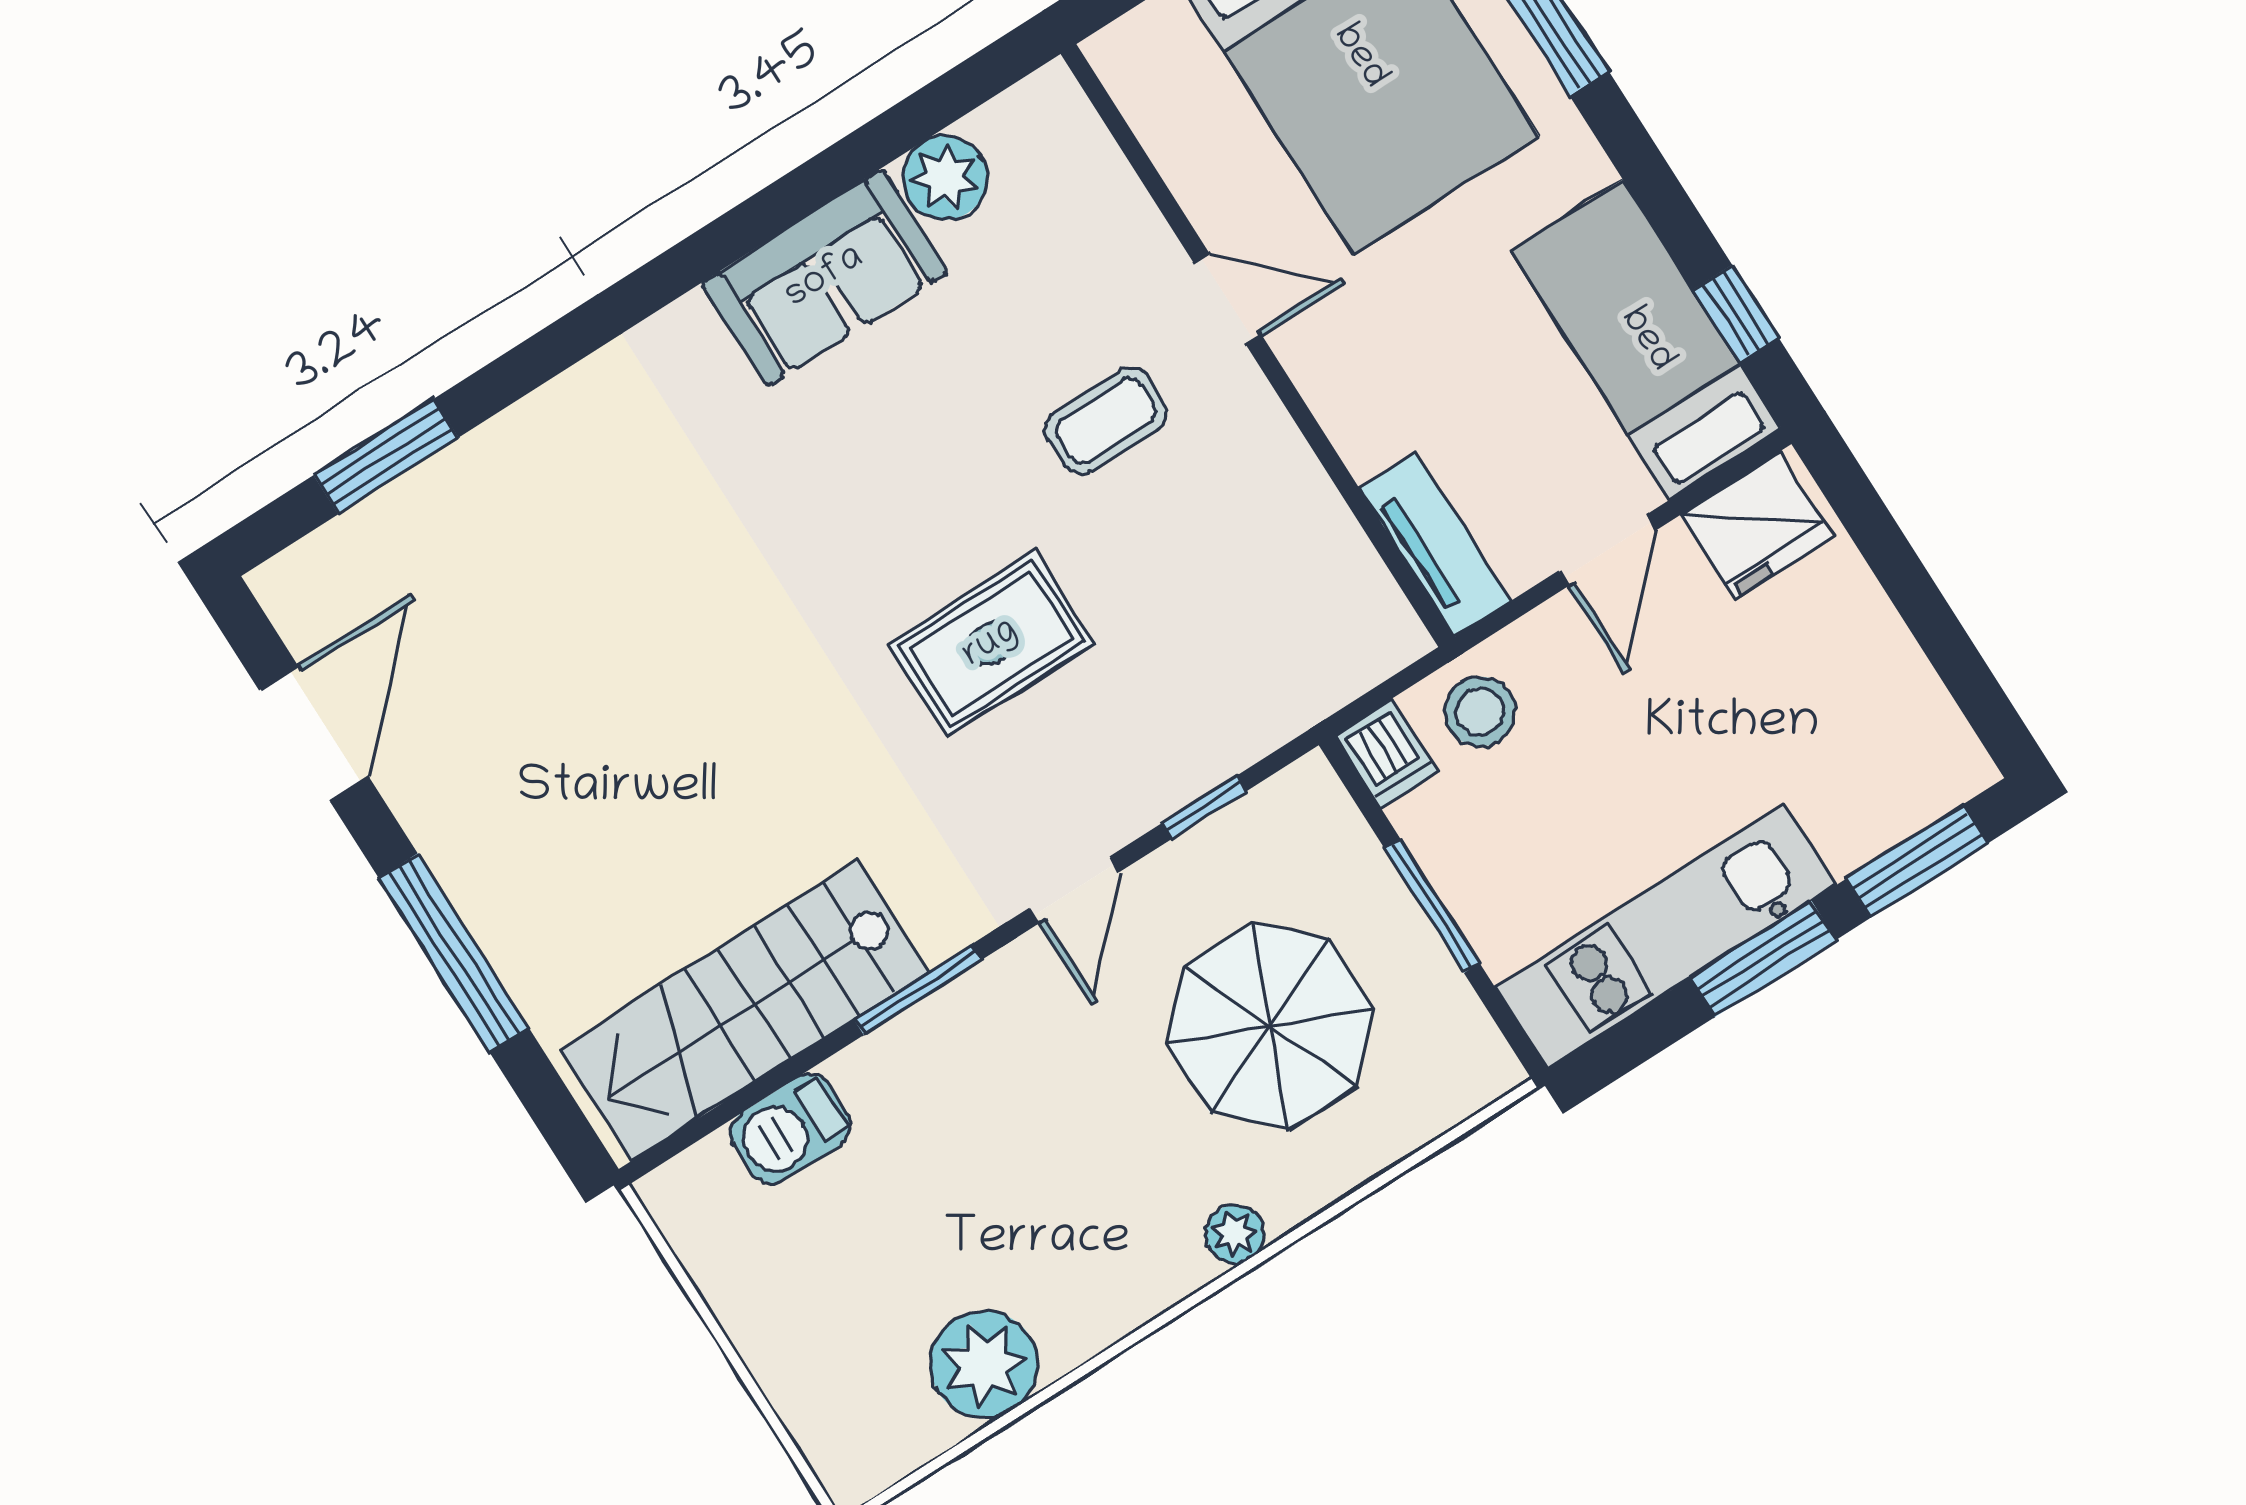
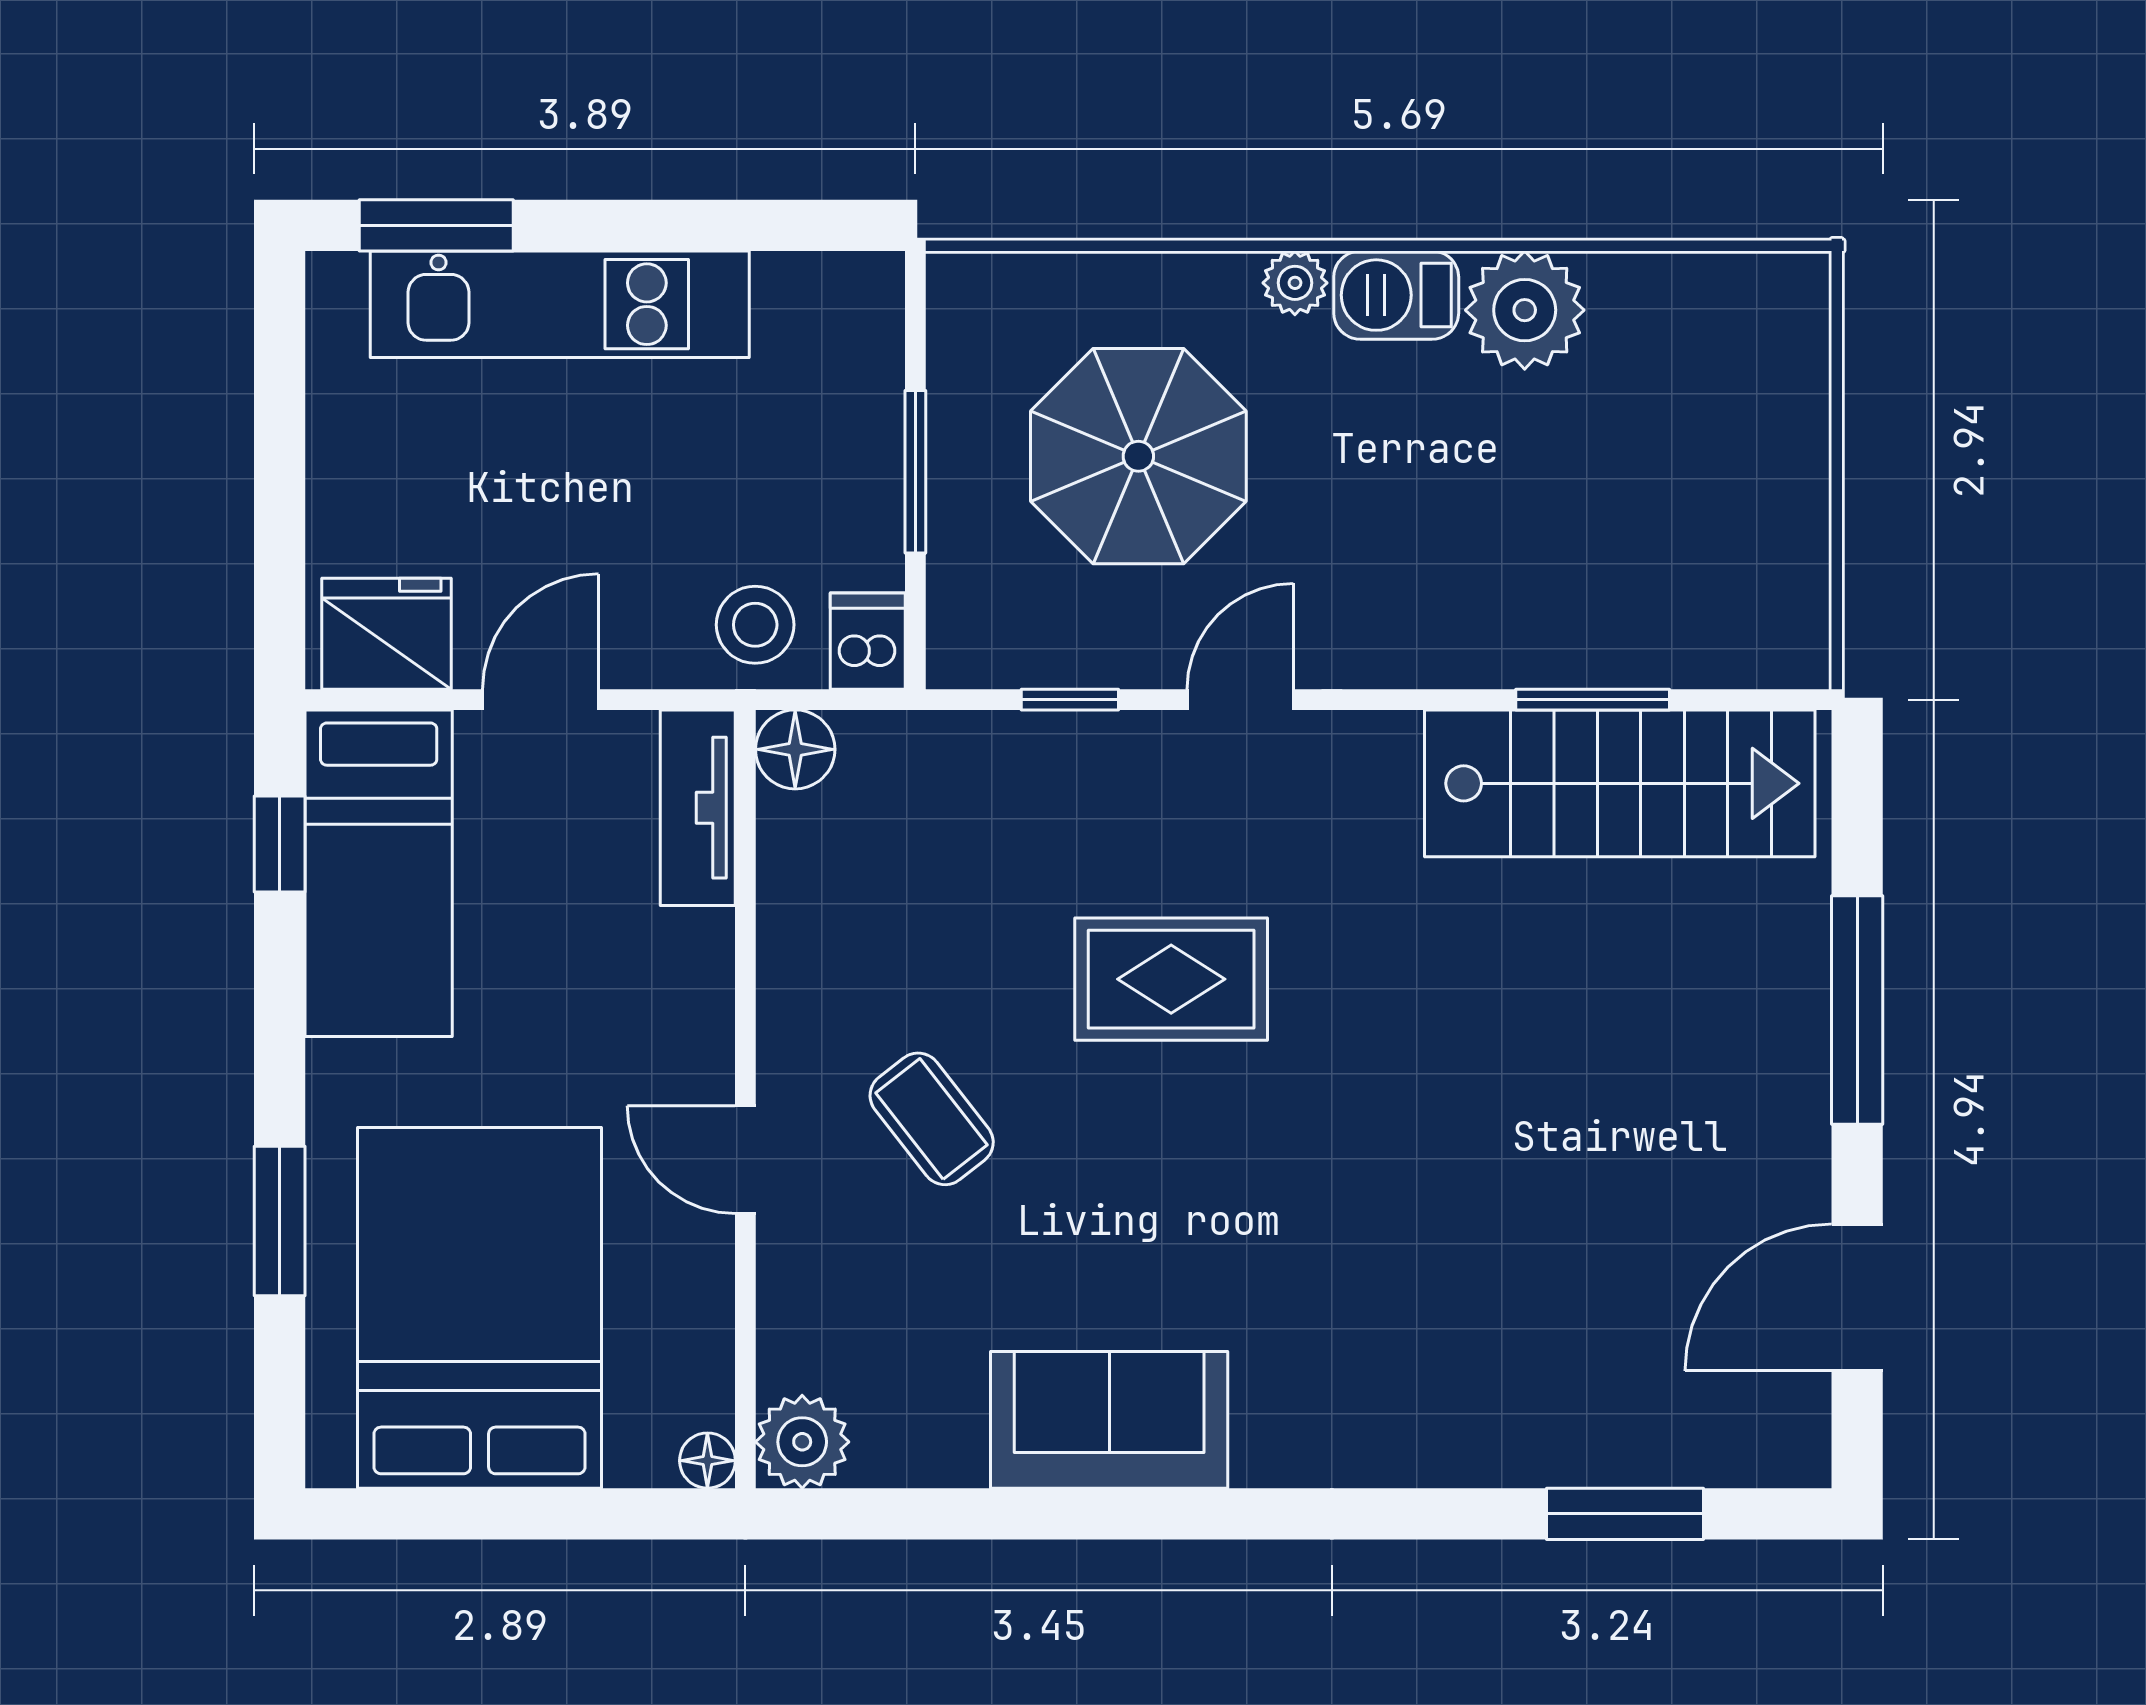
floor lamp: (1111, 52) -> (707, 1461), added
plant: (945, 178) -> (802, 1442), moved
coffee table: (1106, 421) -> (932, 1119), turned 52
floor lamp: (1389, 636) -> (795, 749), added
kitchen unit: (1666, 937) -> (560, 304), moved
window: (1763, 959) -> (638, 225), removed
window: (918, 990) -> (1593, 700), moved
barbecue: (791, 1129) -> (1396, 295), moved, turned 180
plant: (984, 1364) -> (1525, 310), moved

